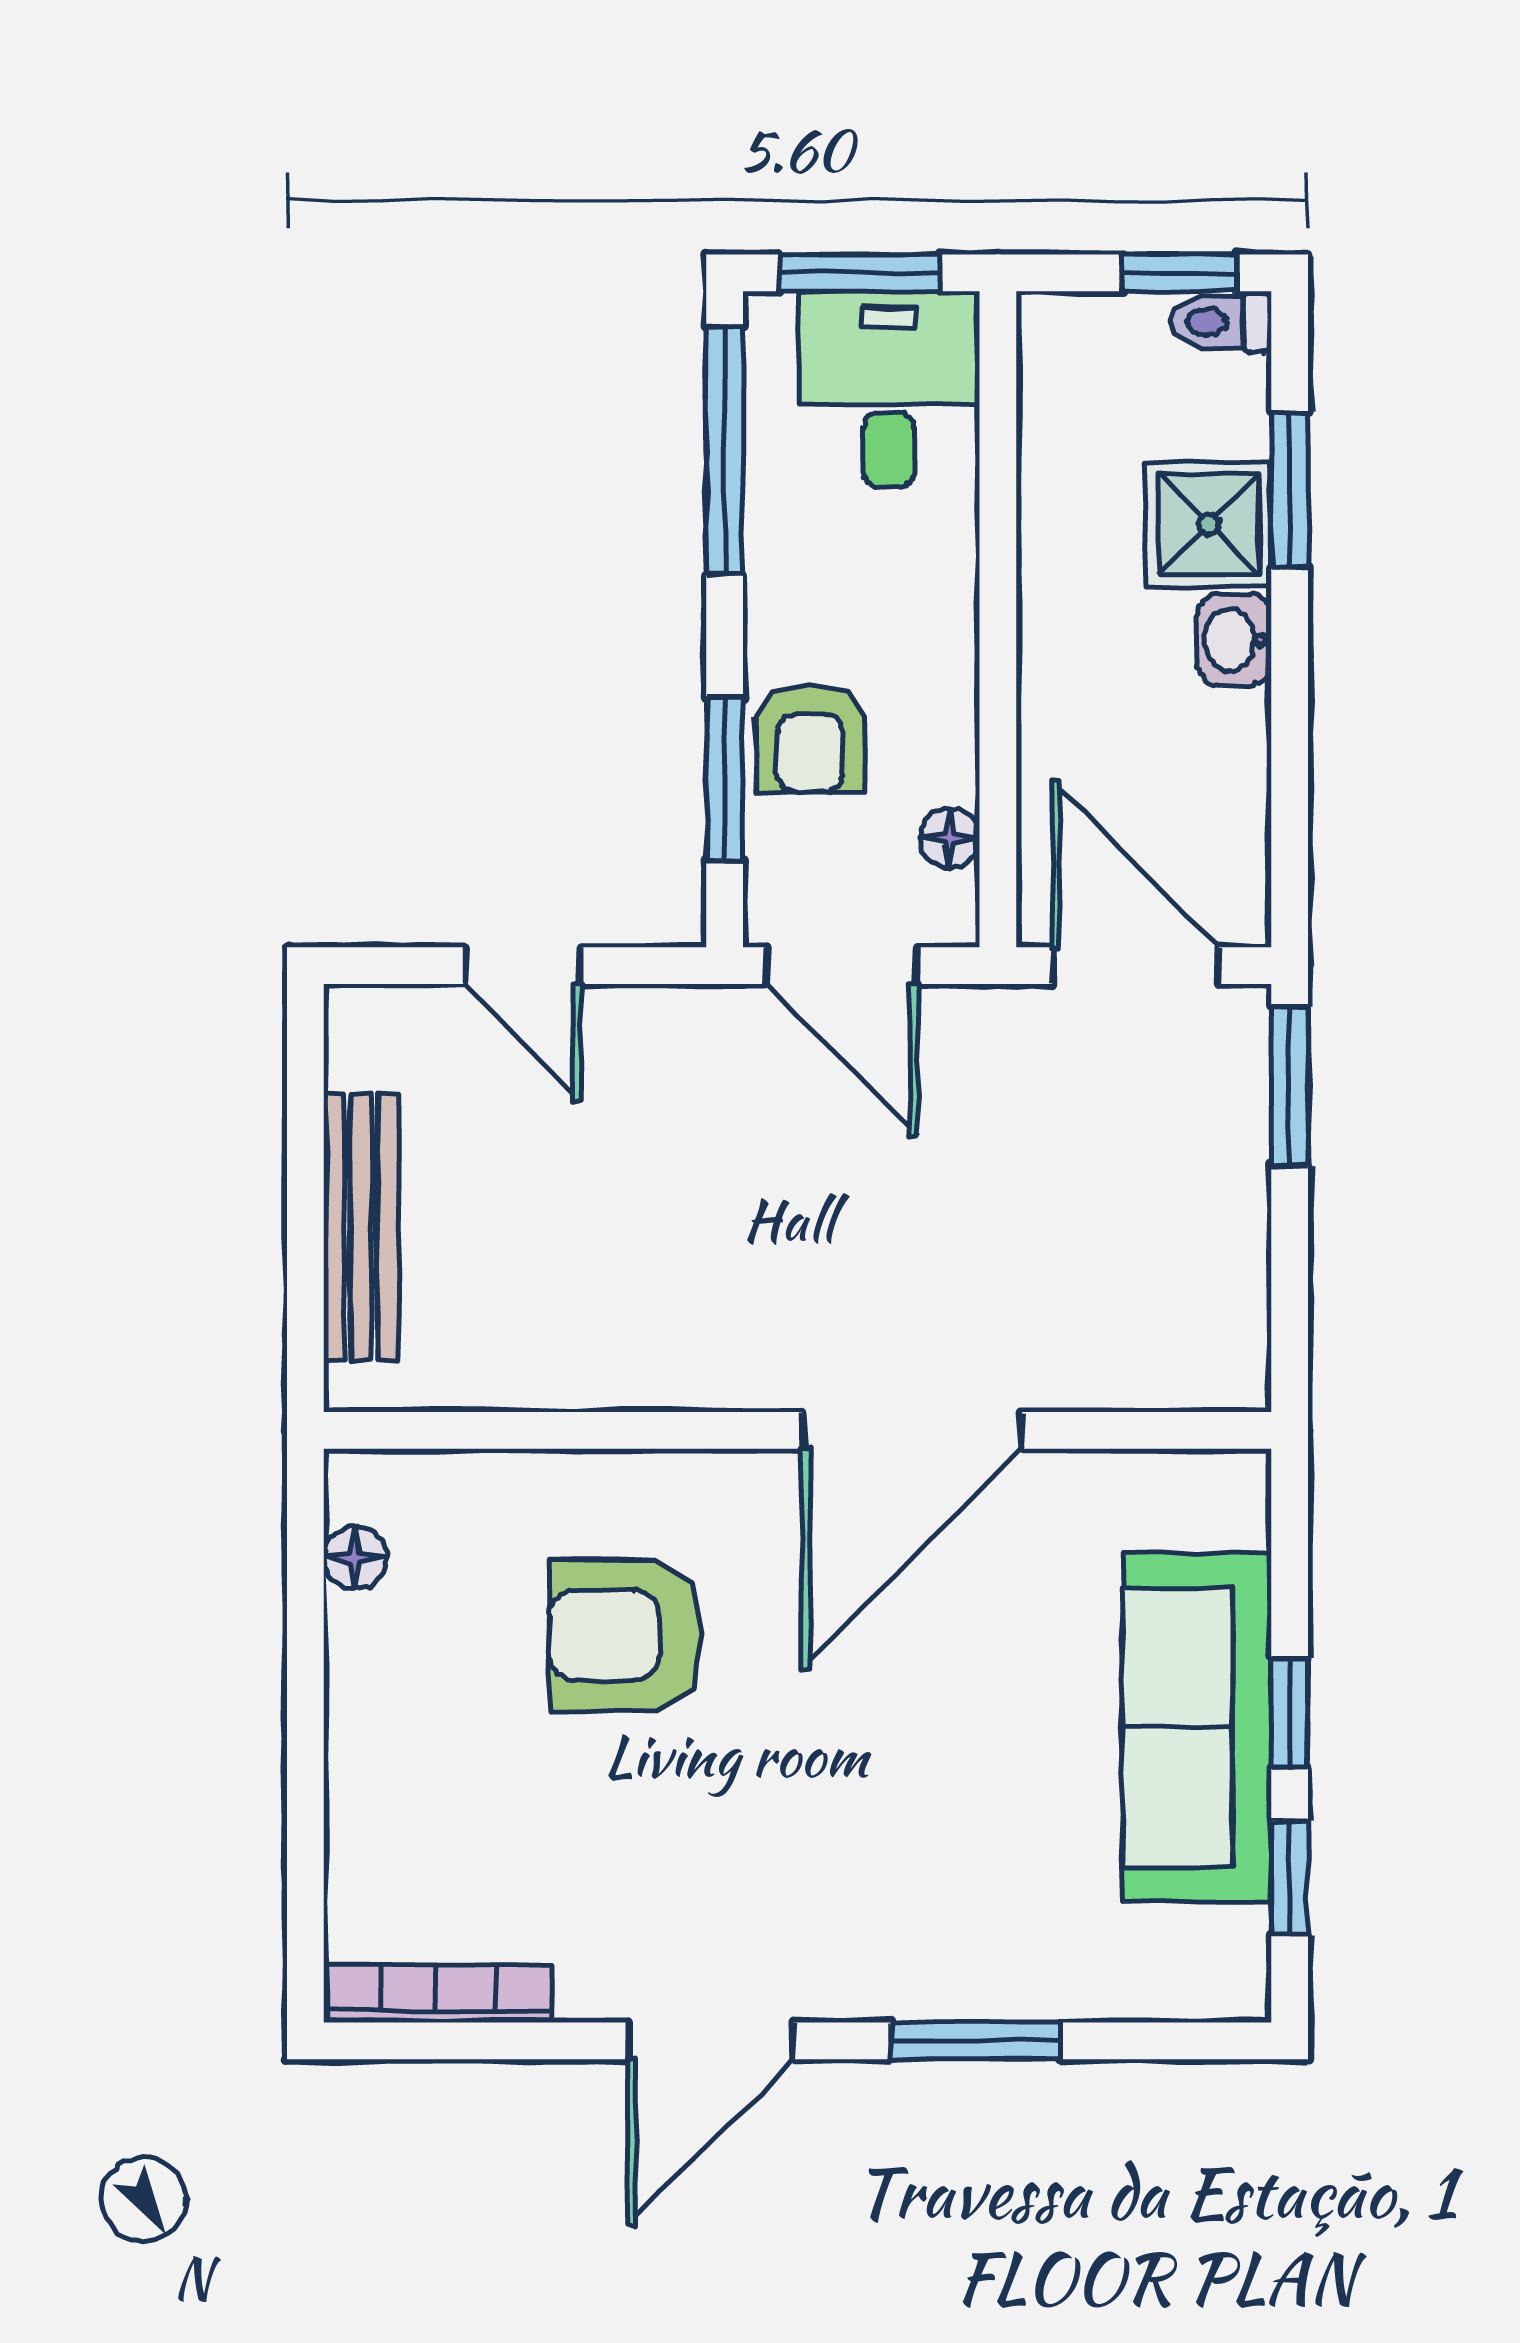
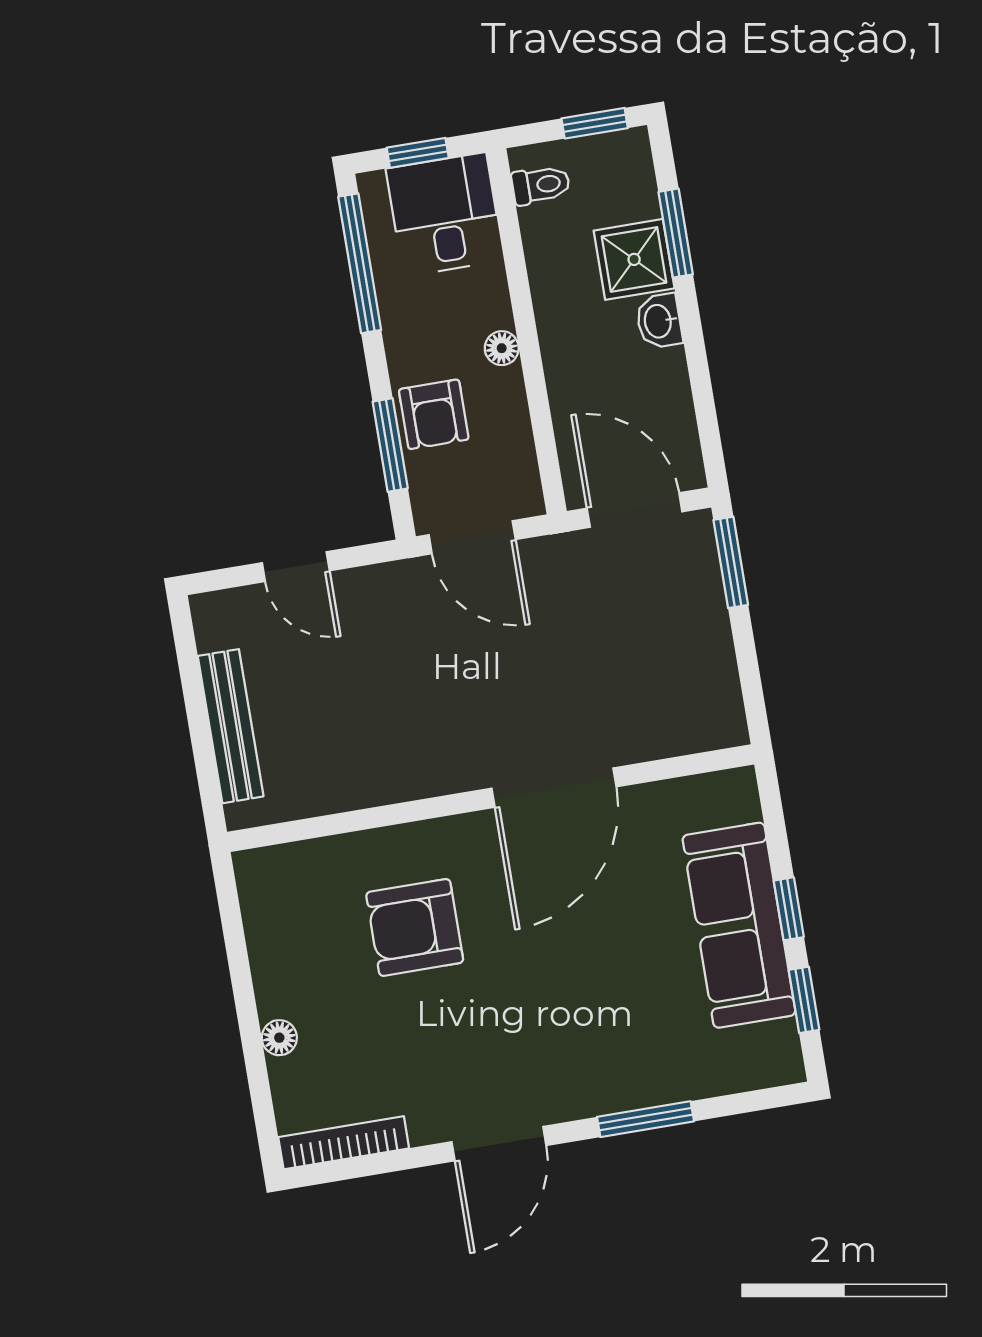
window: (859, 273) -> (418, 153), width x0.67
toilet: (1221, 322) -> (541, 185), moved, turned 180
floor lamp: (949, 838) -> (502, 348), moved
floor lamp: (355, 1558) -> (279, 1038), moved

